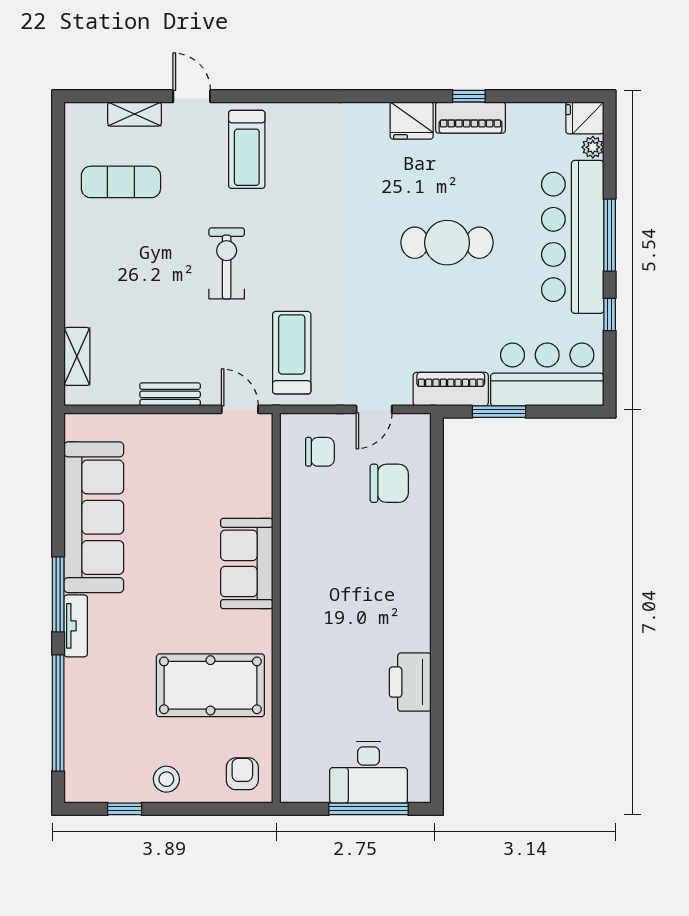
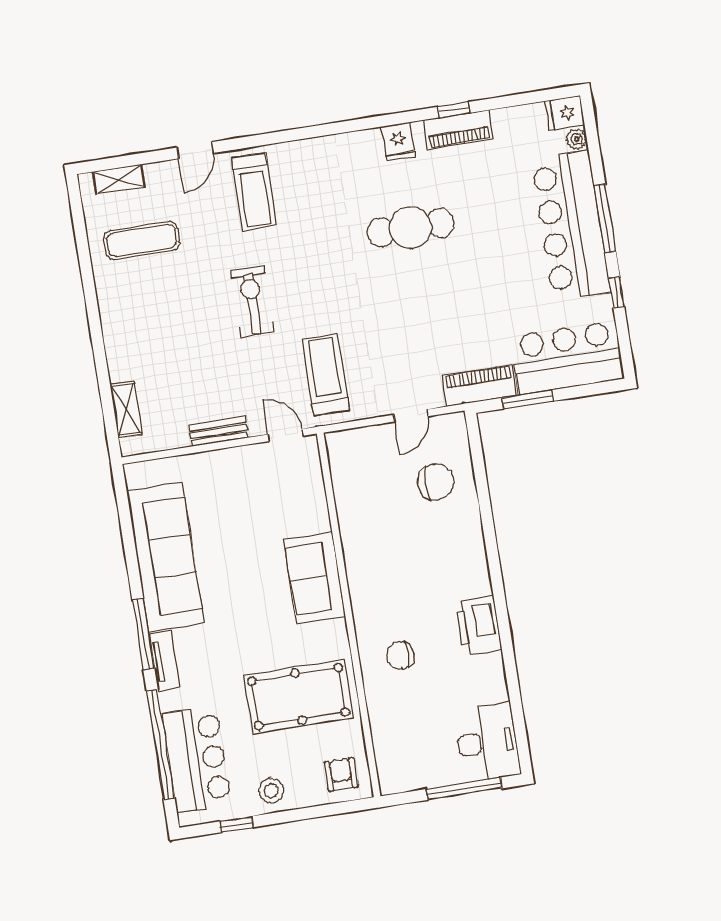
door: (192, 96) -> (195, 150), swing flipped
shelving: (135, 114) -> (119, 179), moved
fridge: (412, 121) -> (398, 142), width x0.72
cafe table: (447, 243) -> (411, 228), moved
chair: (320, 452) -> (401, 655), moved, turned 180
printer: (410, 682) -> (478, 626), moved
bar counter: (93, 734) -> (197, 759), added
desk: (369, 773) -> (487, 742), moved, turned -90

